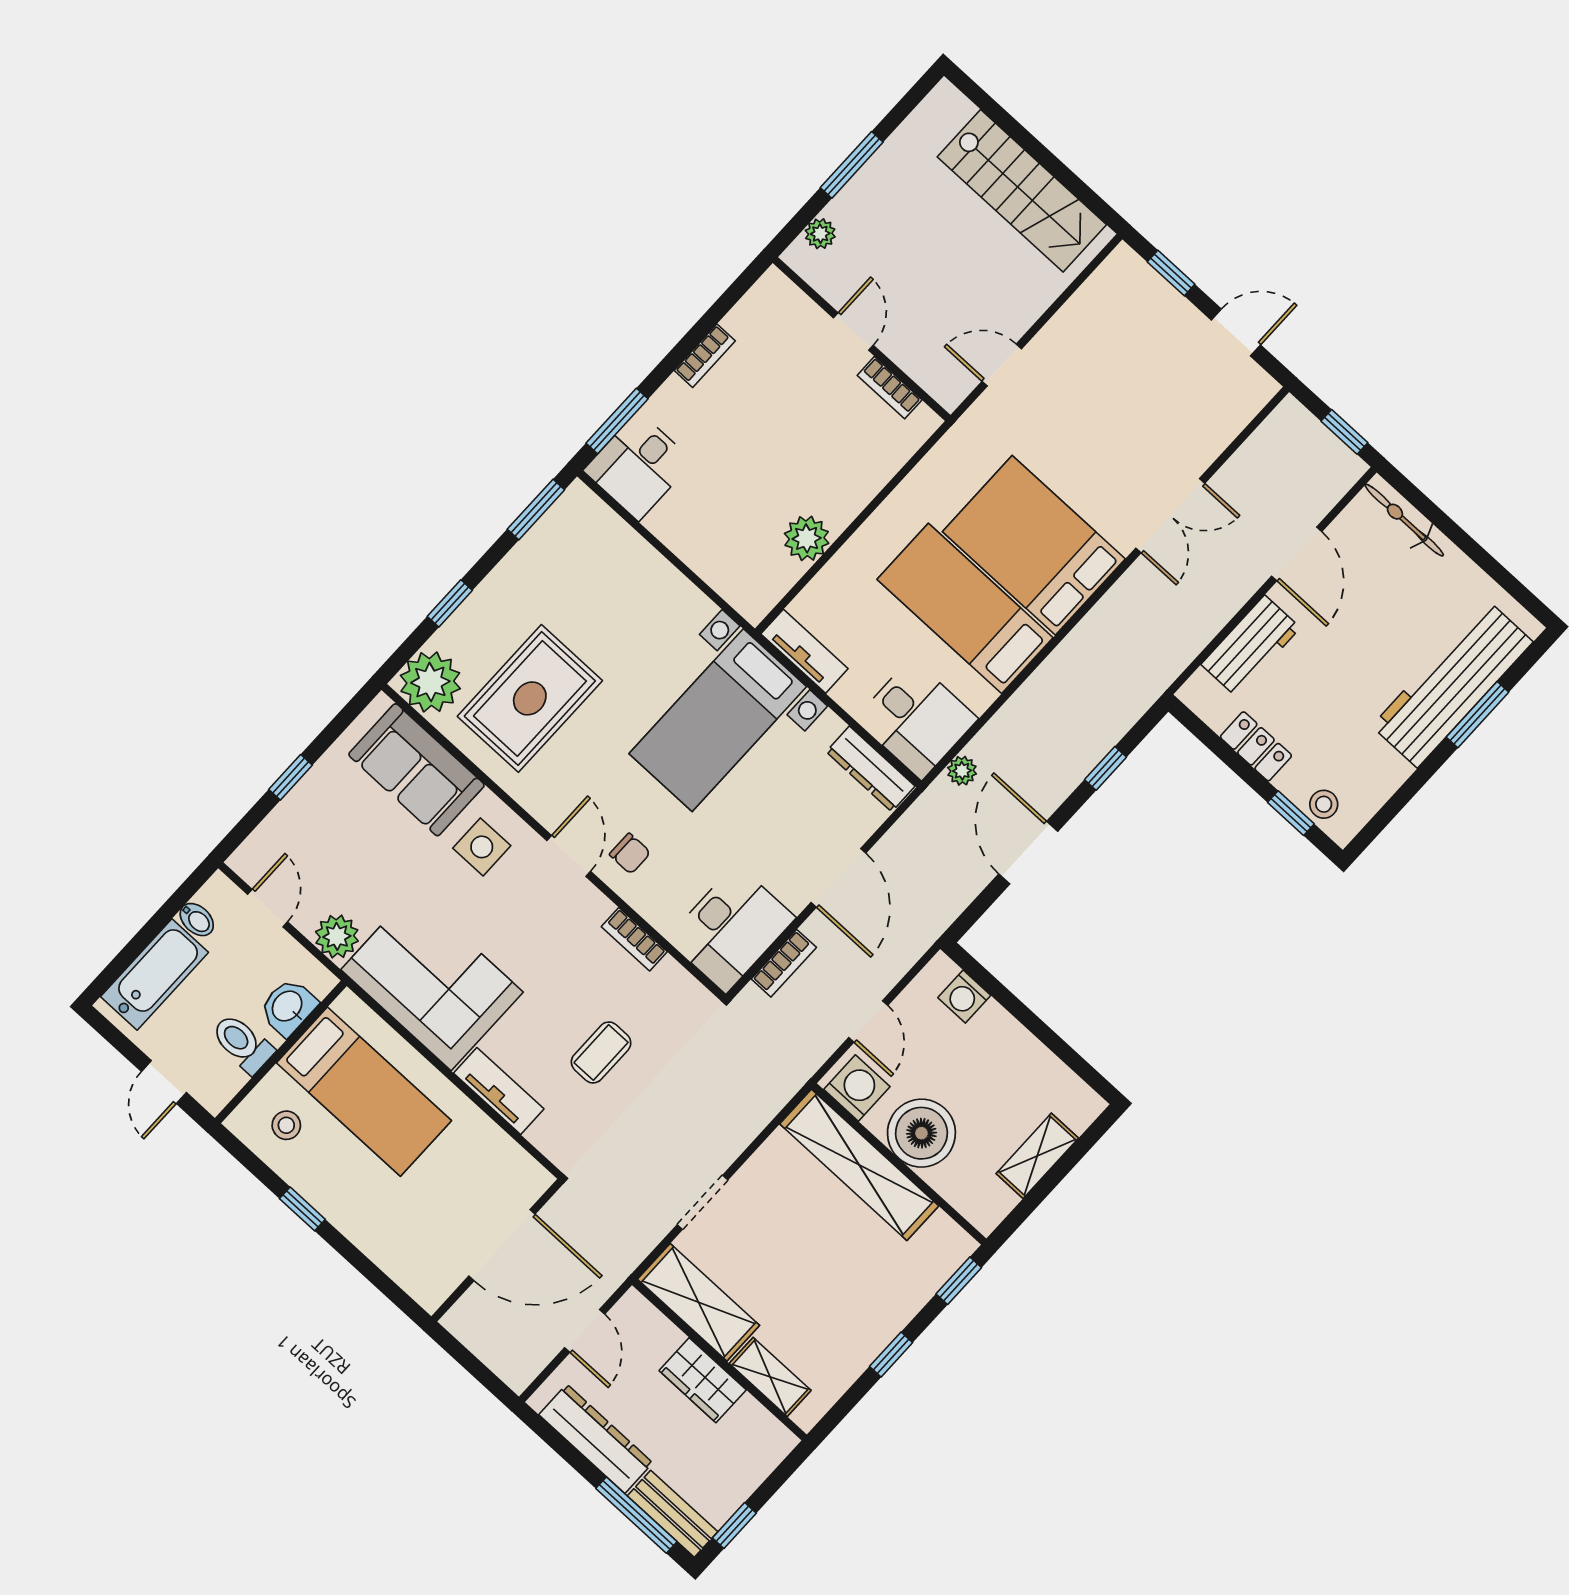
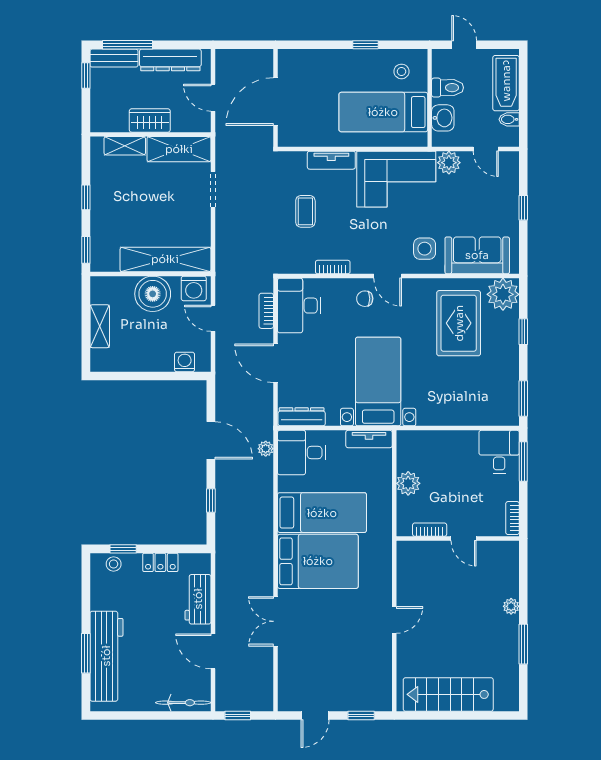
door: (853, 331) -> (464, 538), moved
wall: (862, 339) -> (458, 538), moved
bookcase: (890, 388) -> (430, 530), moved

